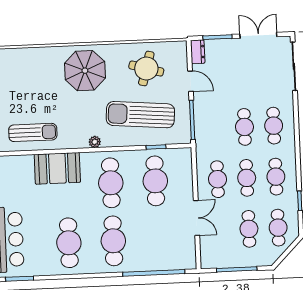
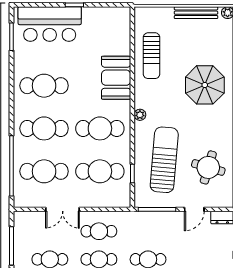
parasol: (85, 71) -> (205, 85), moved
cafe table: (158, 239) -> (44, 171), added

